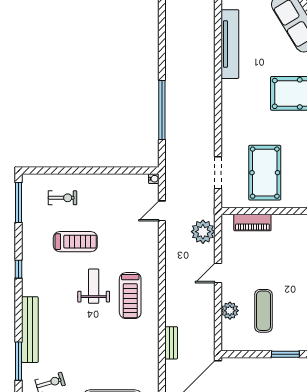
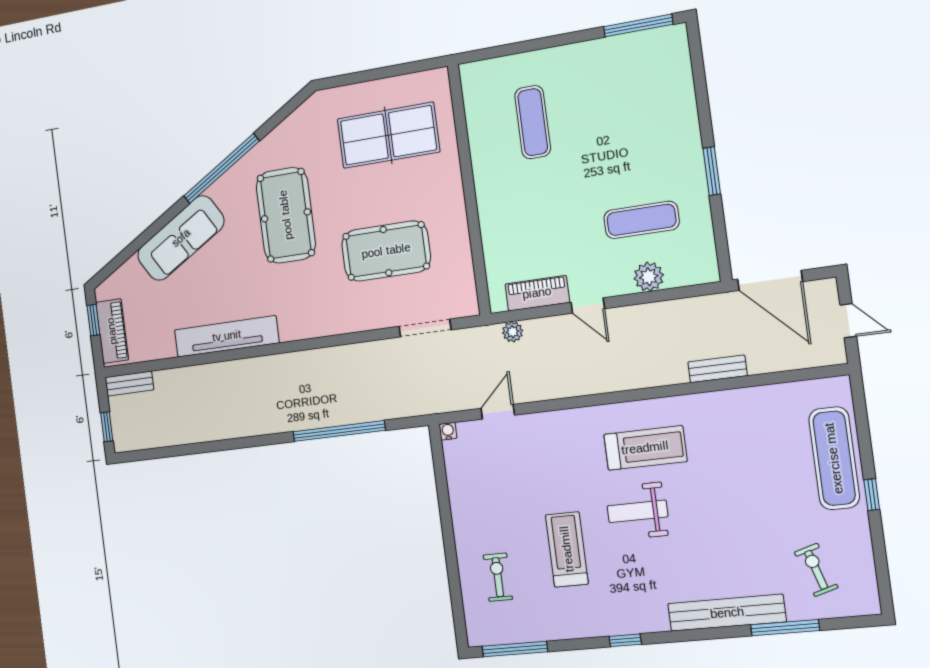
pool table: (265, 173) -> (386, 251), moved
door: (162, 211) -> (498, 412), swing flipped
piano: (252, 223) -> (537, 293), moved, turned -90
plant: (203, 232) -> (513, 332), width x0.53, depth x0.53

